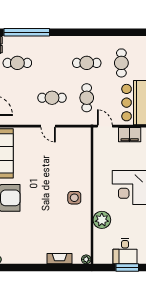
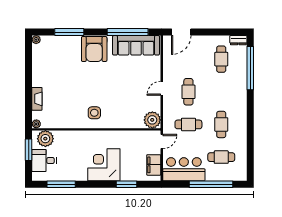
plant: (82, 136) -> (152, 120), added
plant: (102, 220) -> (45, 139), moved
window: (127, 267) -> (29, 150), moved

